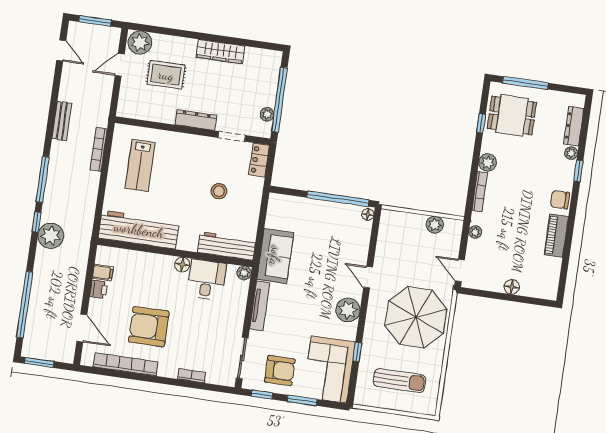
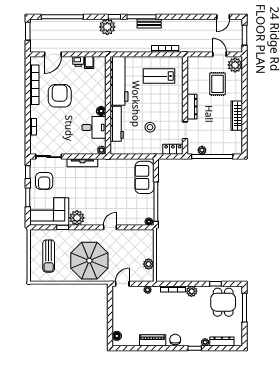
bench: (62, 121) -> (149, 23), moved
workbench: (227, 246) -> (117, 124), moved
sofa: (275, 256) -> (144, 177), moved, turned 90
floor lamp: (512, 287) -> (117, 336), moved
plant: (348, 310) -> (77, 218), moved

